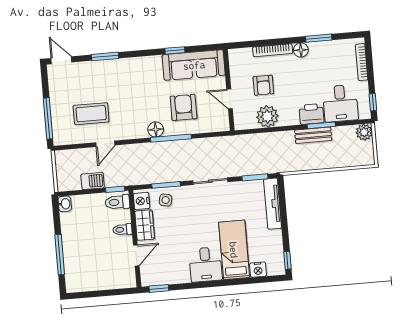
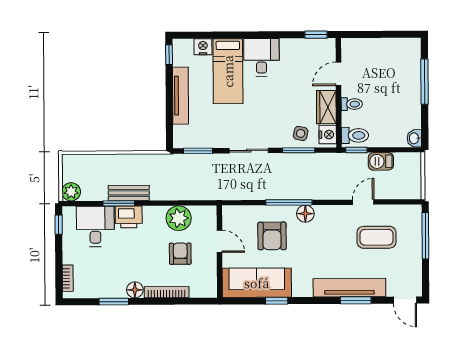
bookcase: (362, 62) -> (68, 278), width x0.64
tv unit: (111, 67) -> (349, 288), added
tv unit: (273, 204) -> (180, 96), moved

